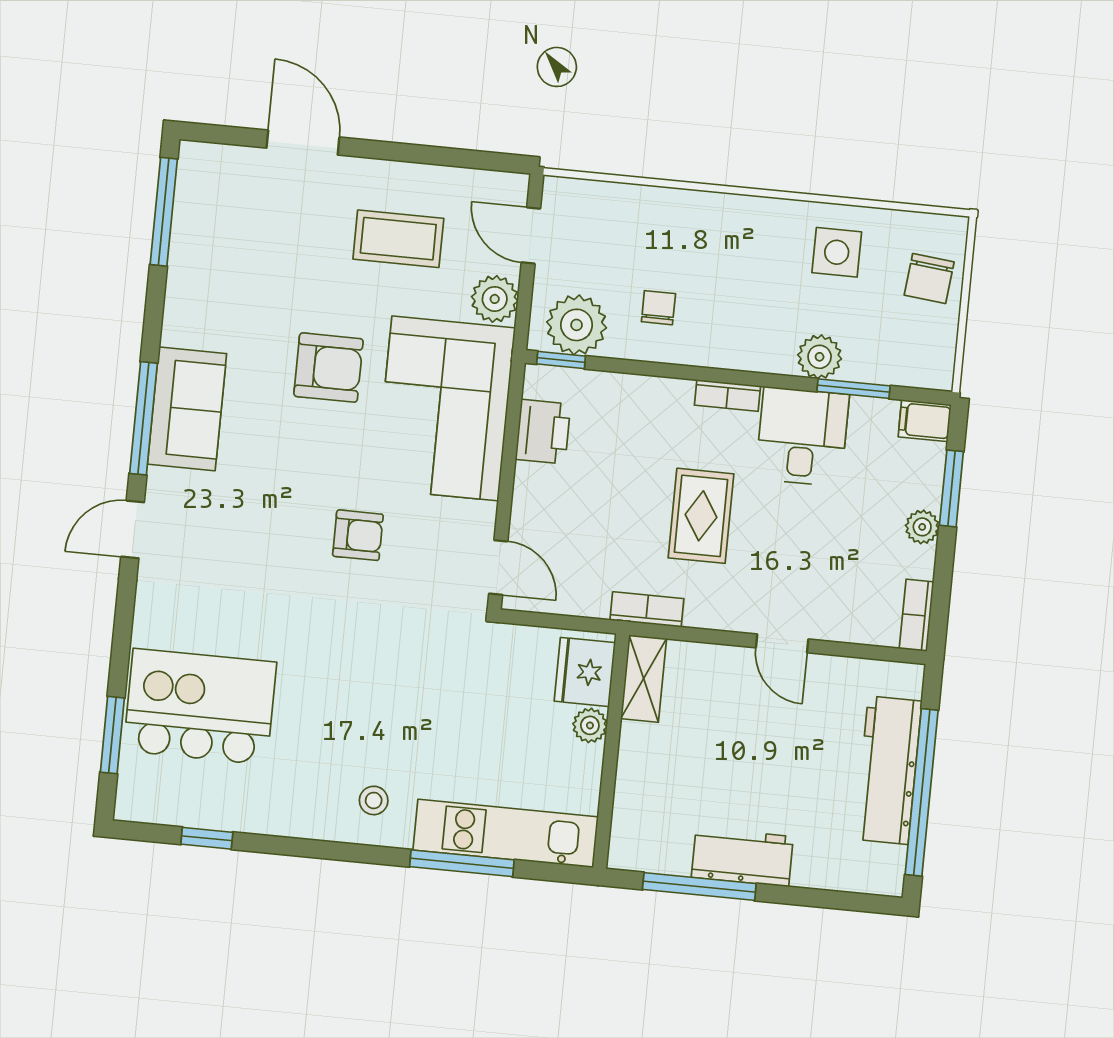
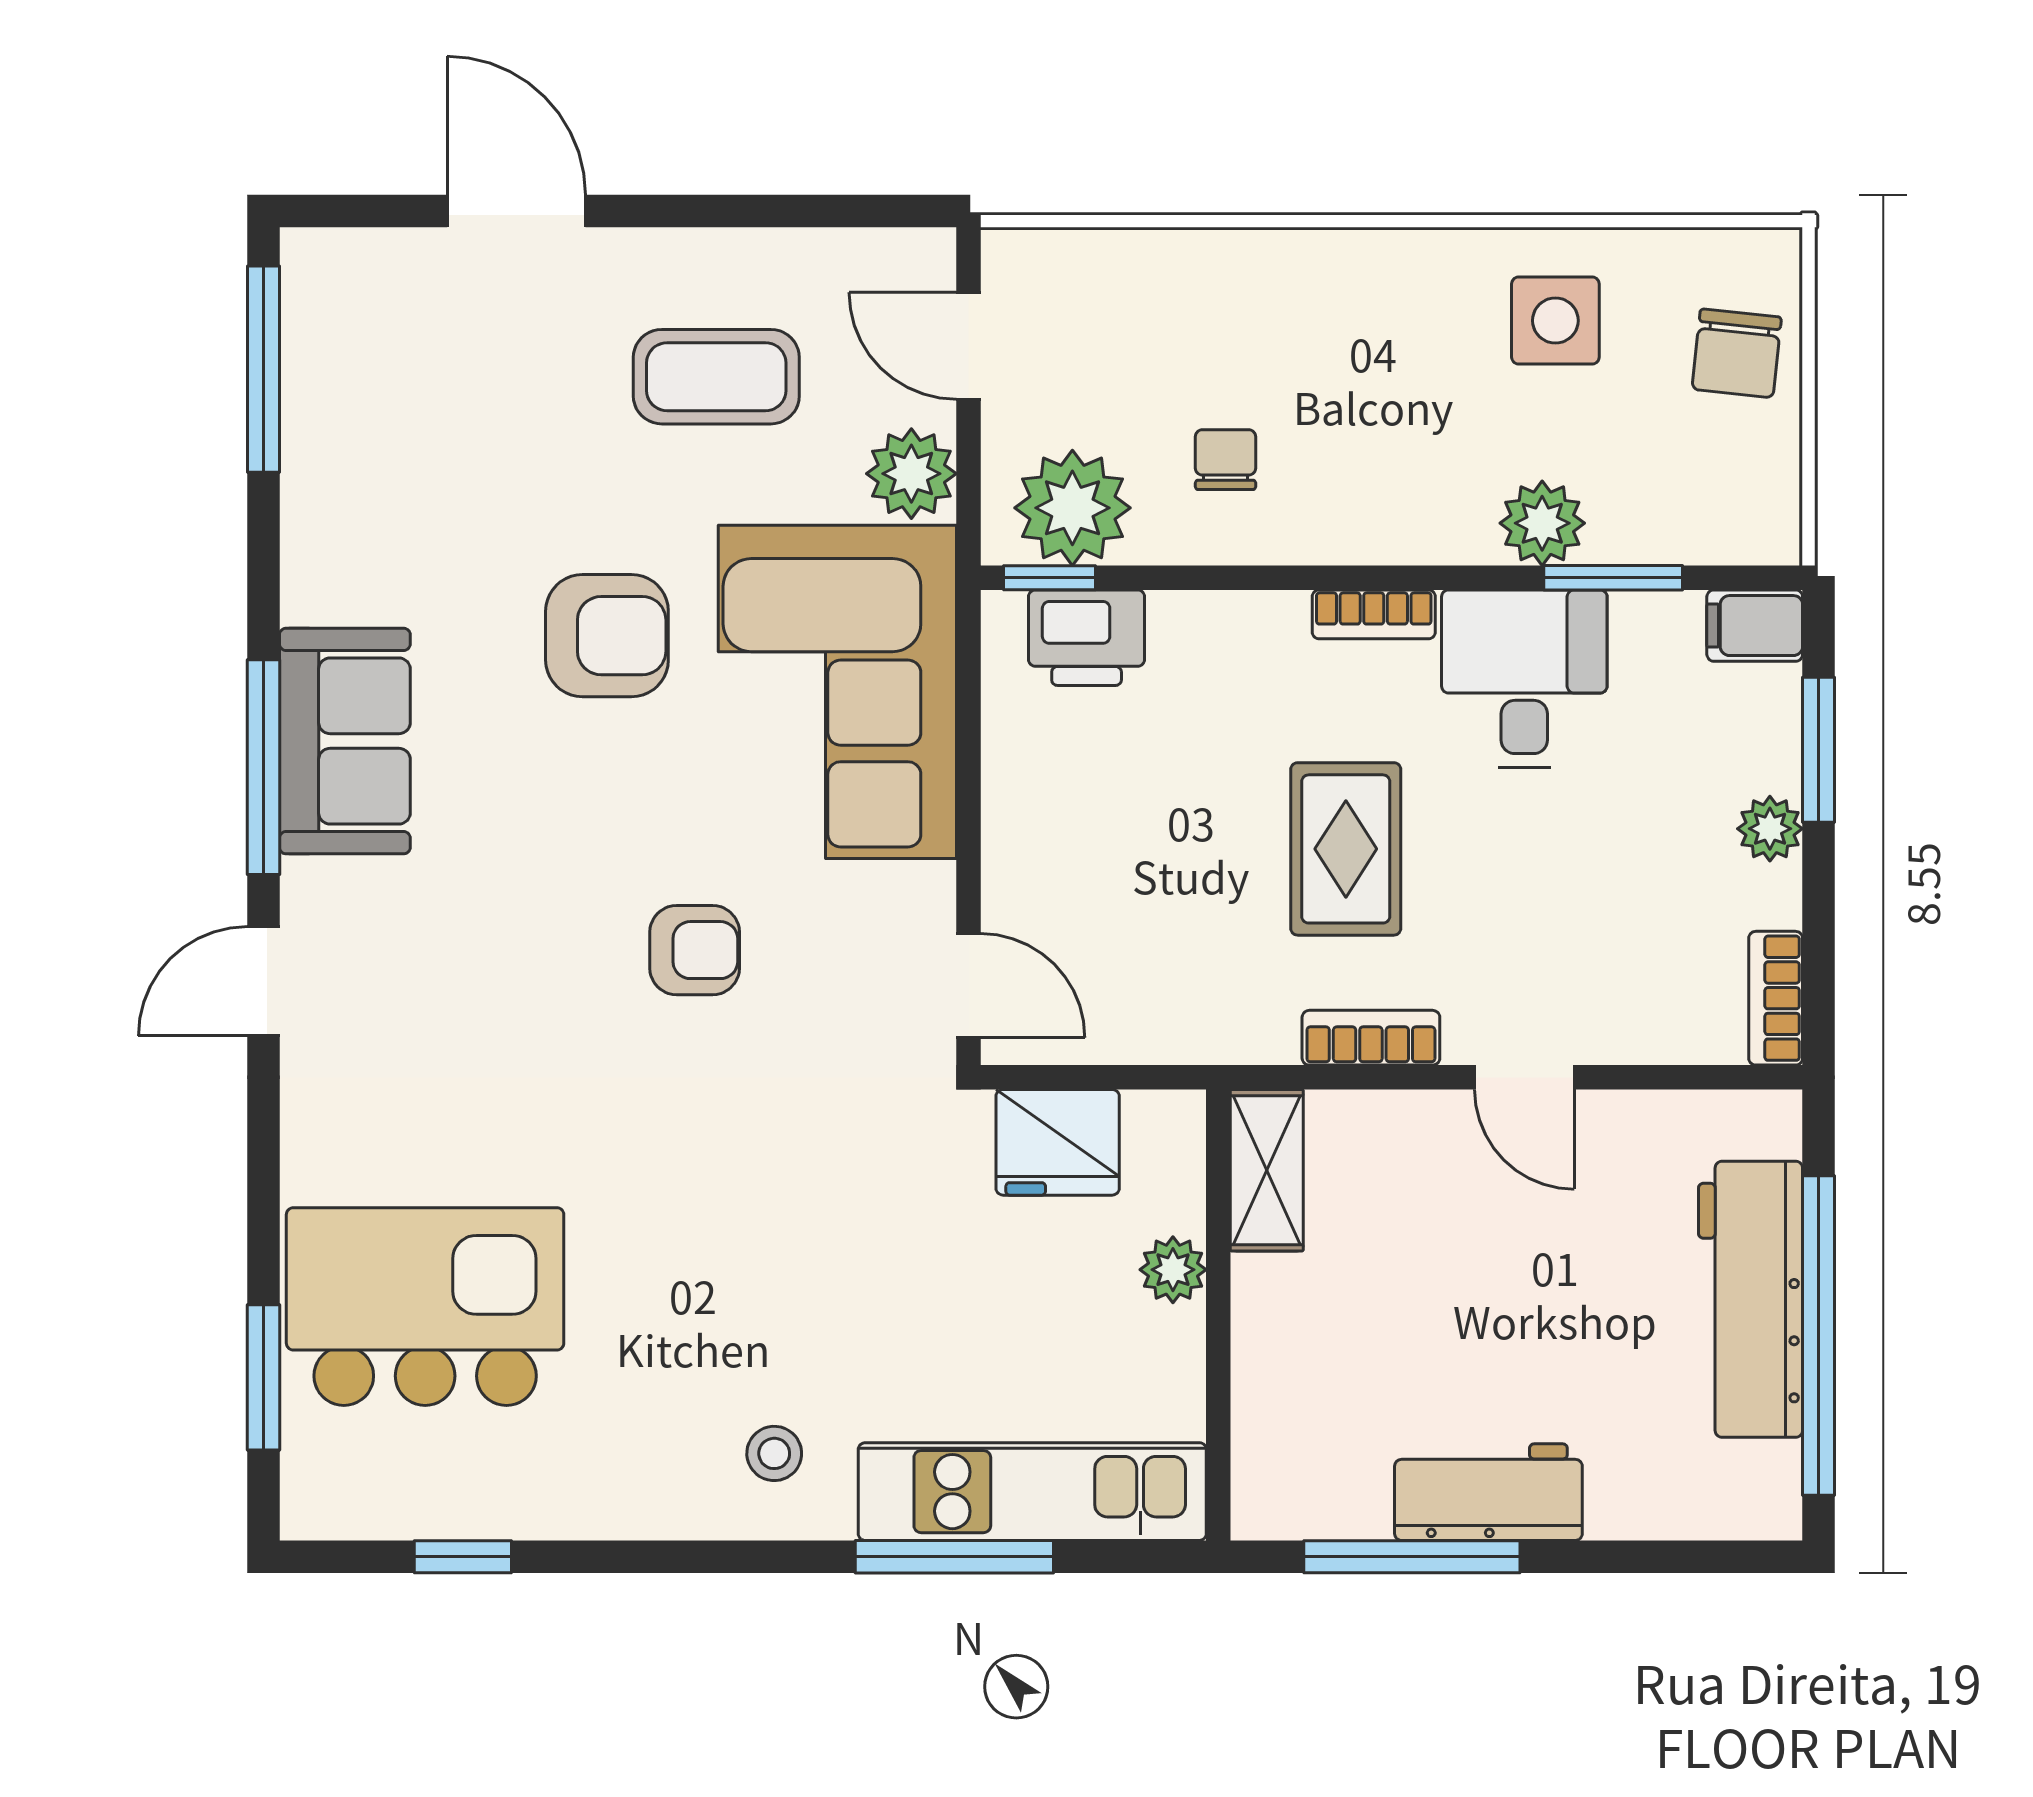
printer: (543, 432) -> (1087, 638), moved, turned 90
bookcase: (647, 609) -> (1371, 1038), moved
fridge: (585, 672) -> (1058, 1142), moved, turned -90

